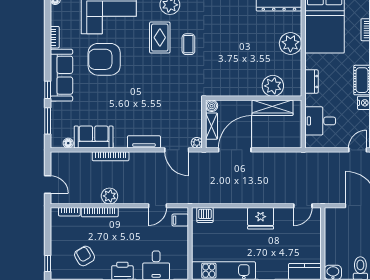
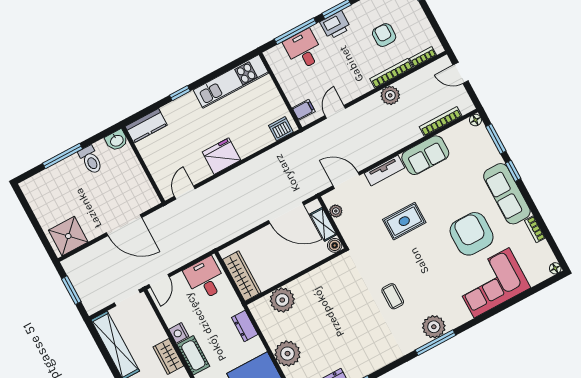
rug: (160, 38) -> (404, 221), moved, turned 90
armchair: (104, 59) -> (472, 234), turned -90
wardrobe: (273, 108) -> (242, 276), moved, turned 90
desk: (320, 121) -> (205, 279), moved, turned -90
sofa: (94, 137) -> (425, 155), moved
floor lamp: (68, 143) -> (475, 120), moved
plant: (197, 143) -> (336, 211), moved
door: (235, 150) -> (286, 213), hinge flipped
bookcase: (111, 156) -> (441, 121), moved
armchair: (85, 256) -> (384, 35), moved, turned -149

